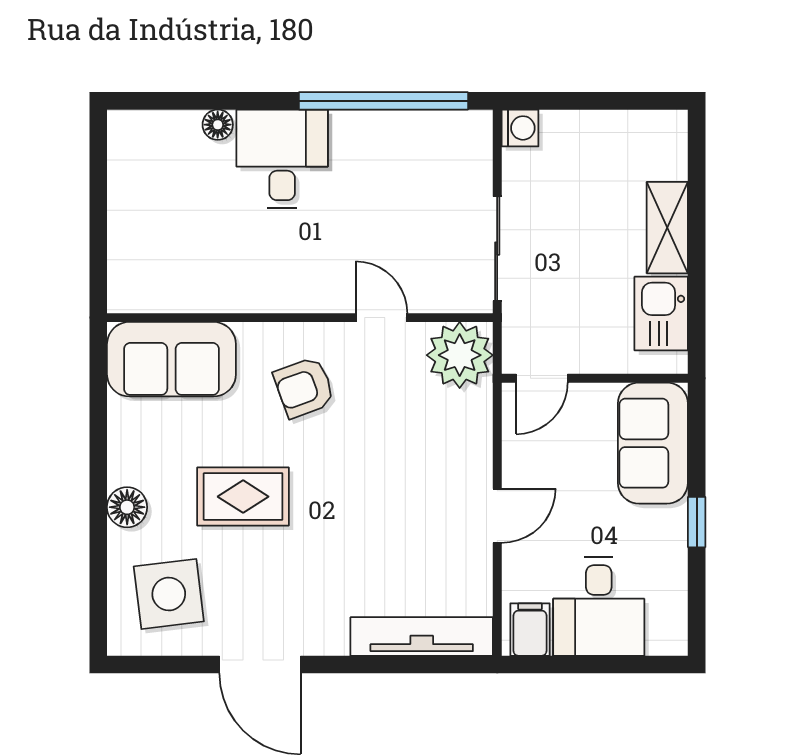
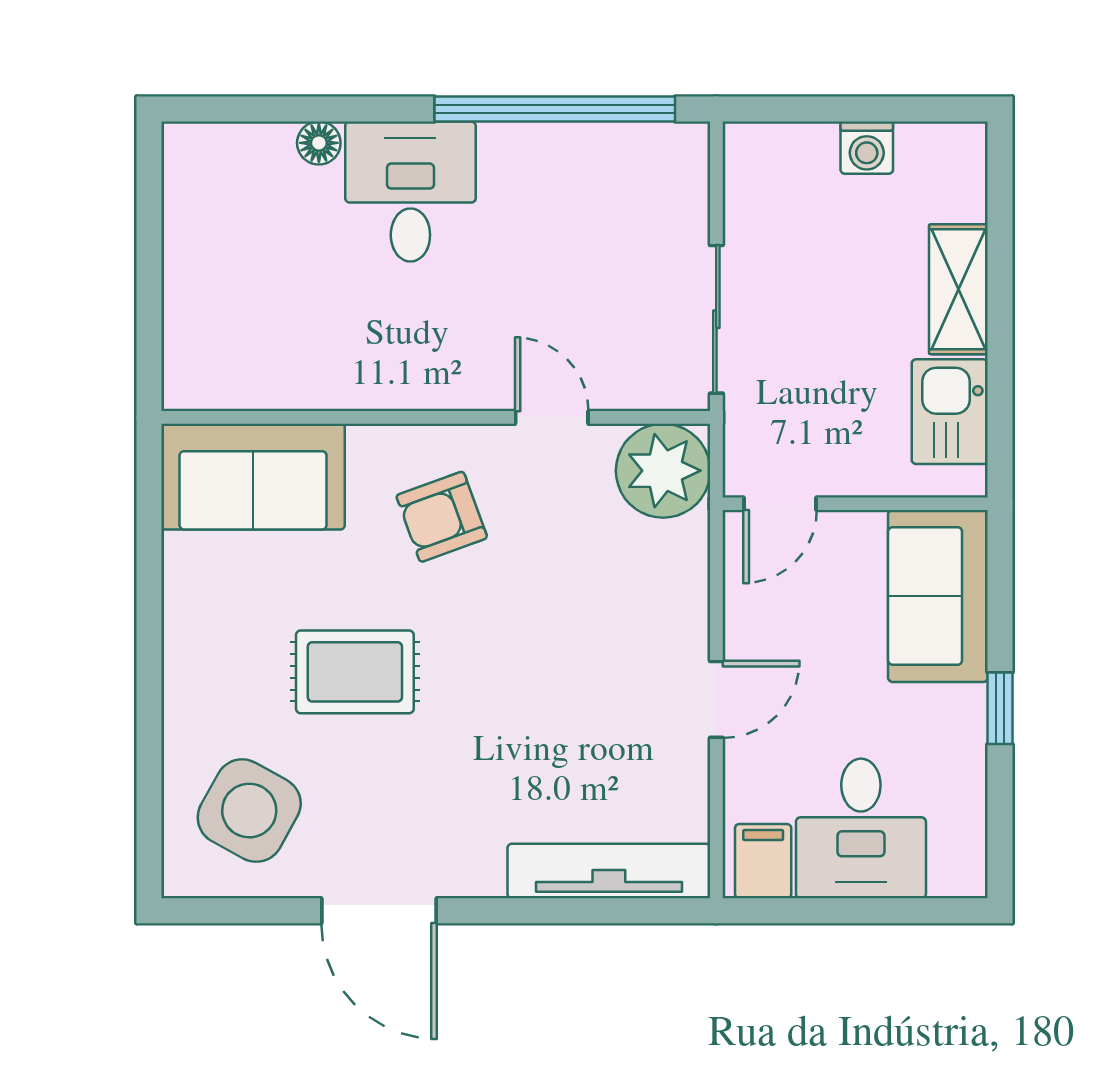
washing machine: (520, 128) -> (867, 148), moved, turned 90
floor lamp: (127, 507) -> (190, 687), removed
side table: (169, 594) -> (249, 811), turned 36

